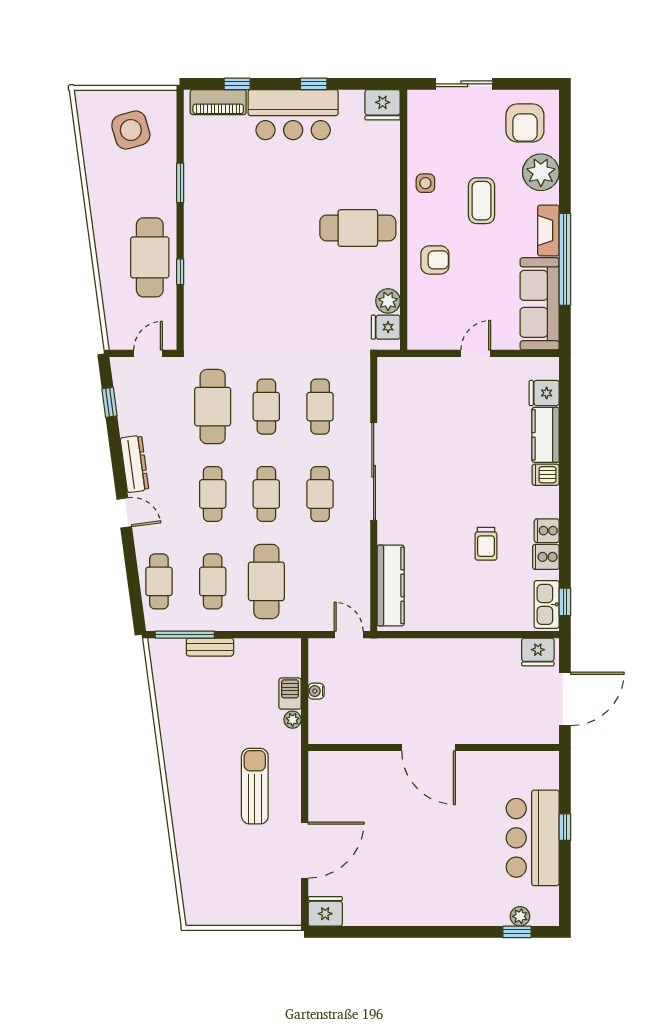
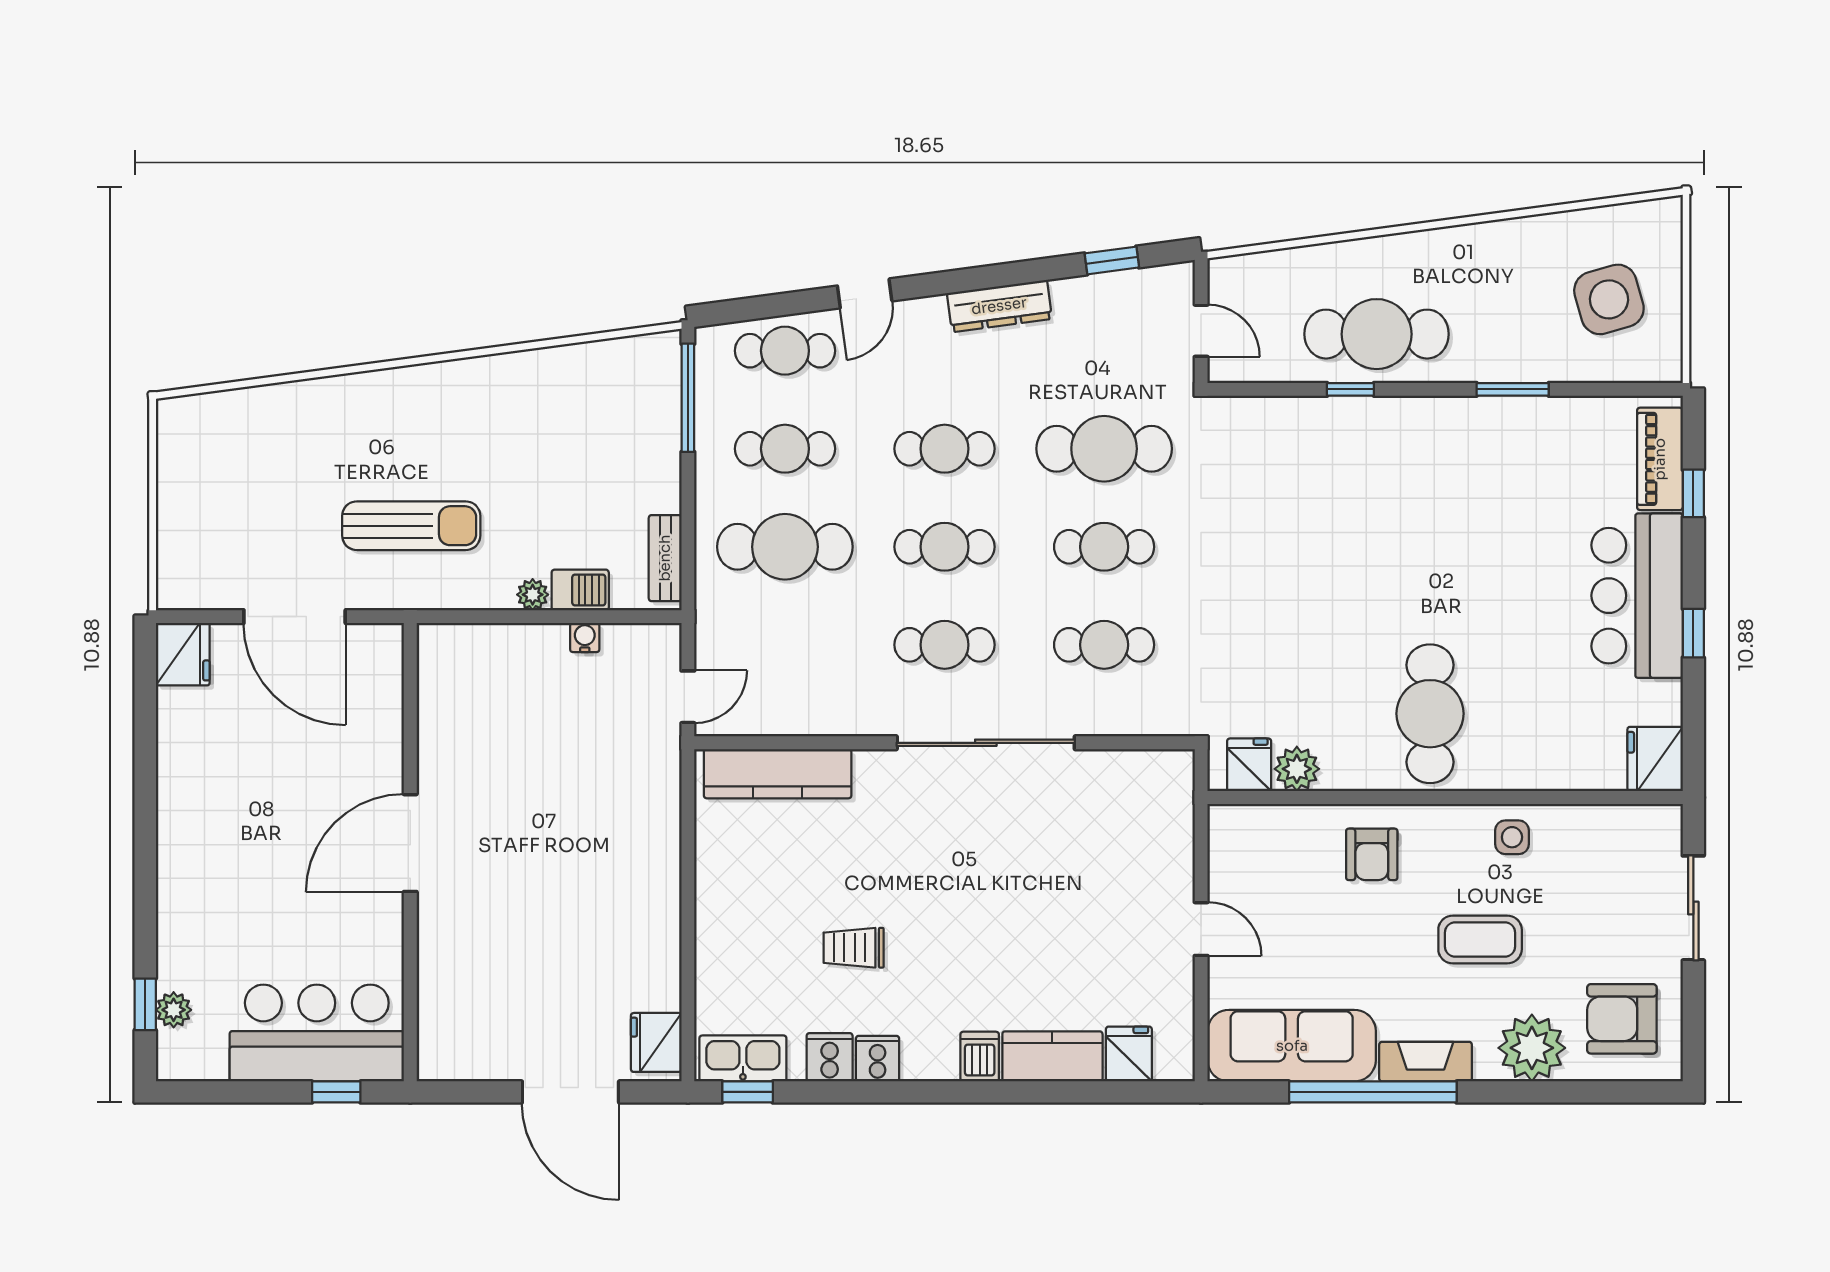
door: (124, 513) -> (865, 293), moved
bench: (210, 647) -> (665, 558), moved
door: (429, 747) -> (410, 843), moved
wall: (434, 747) -> (410, 852), moved

